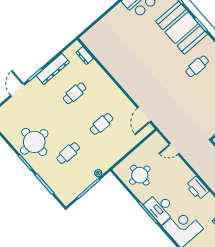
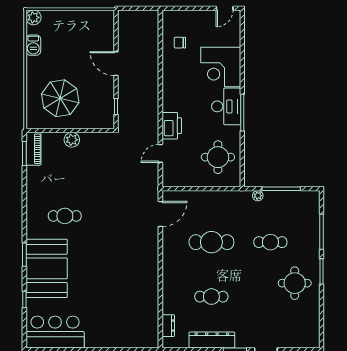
cafe table: (101, 124) -> (211, 242), width x1.37, depth x1.35
round table: (34, 142) -> (295, 283), width x0.73, depth x0.73
door: (174, 149) -> (160, 153), swing flipped
printer: (197, 188) -> (172, 126), moved

